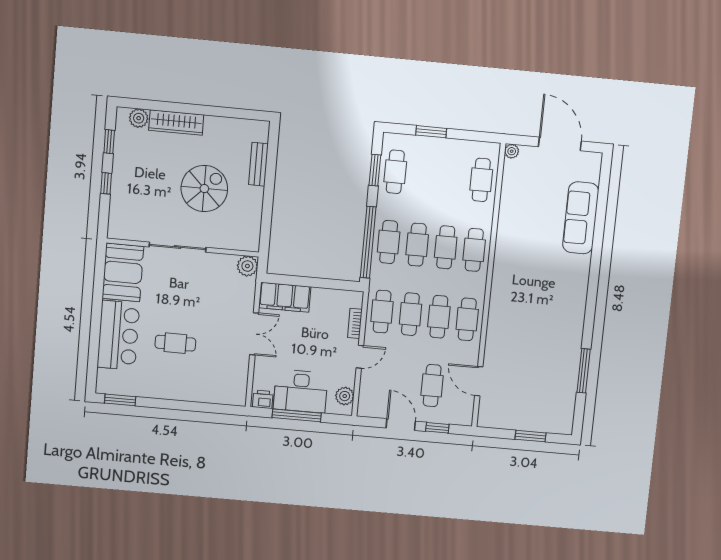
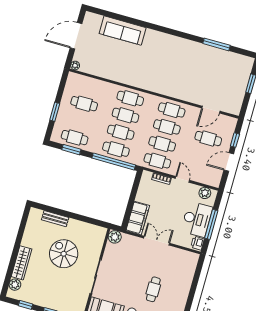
cafe table: (481, 180) -> (84, 104), moved

